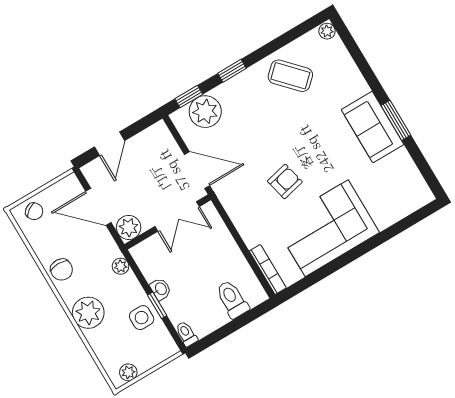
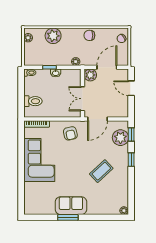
coffee table: (290, 76) -> (101, 171), moved
armchair: (285, 182) -> (70, 133), moved
plant: (88, 313) -> (53, 36), moved
side table: (142, 318) -> (48, 57), removed

